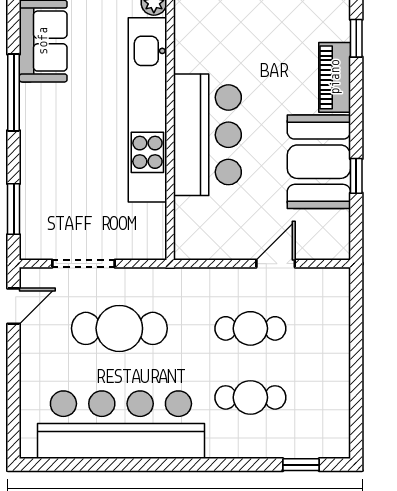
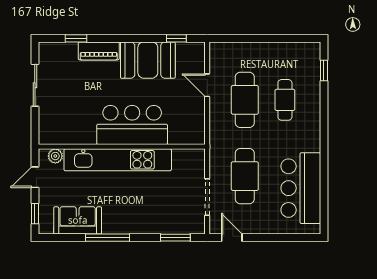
window: (356, 176) -> (176, 38), moved
cafe table: (250, 328) -> (245, 100), width x1.37, depth x1.35
bar counter: (121, 425) -> (301, 188), width x0.73

